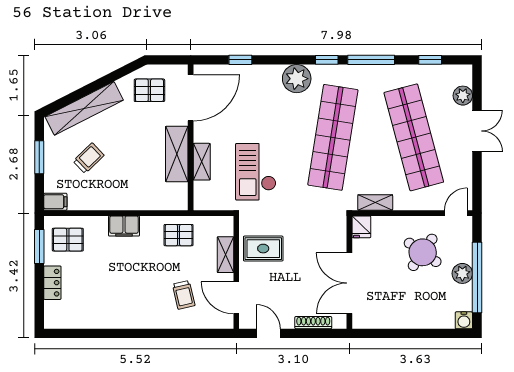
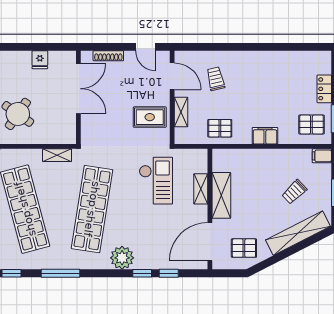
window: (327, 60) -> (142, 273), moved
fridge: (361, 227) -> (40, 60), moved, turned 180

